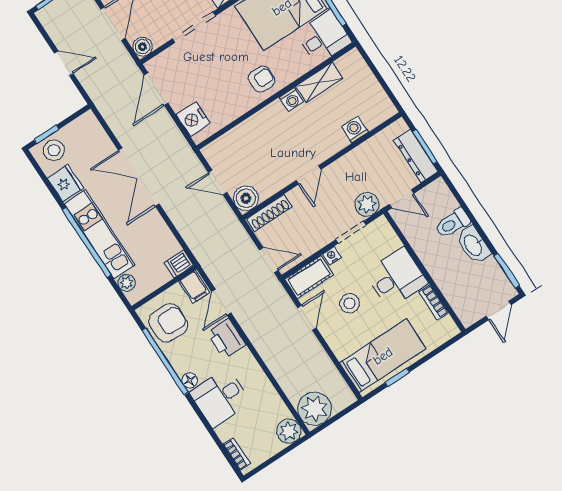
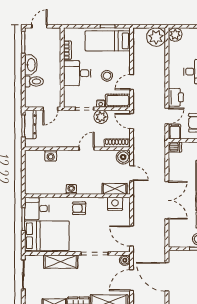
door: (64, 63) -> (167, 277), width x1.87
shelving: (319, 82) -> (115, 189), moved
door: (156, 89) -> (132, 236), swing flipped
nightstand: (193, 119) -> (115, 204), moved, turned -90
door: (401, 199) -> (50, 109), swing flipped
plant: (367, 204) -> (101, 117), moved

